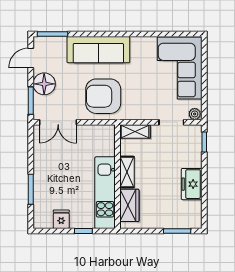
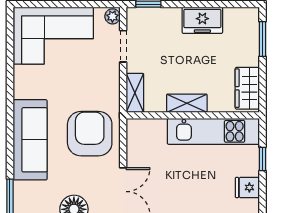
armchair: (103, 96) -> (90, 134), turned 180
wardrobe: (129, 205) -> (247, 88), moved, turned -90

